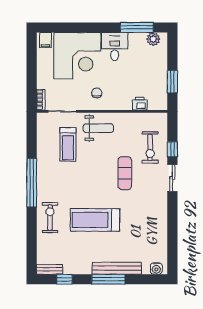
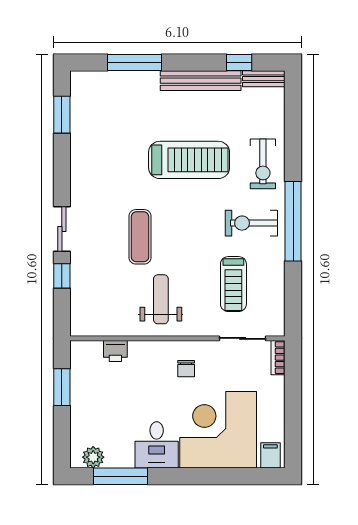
weight bench: (98, 128) -> (161, 299), moved, turned 90
treadmill: (68, 144) -> (233, 284), turned 180
exercise bike: (150, 147) -> (251, 223), moved, turned -90
window: (172, 247) -> (62, 115), added
bench: (117, 268) -> (201, 81), moved
water cooler: (156, 268) -> (88, 80), removed
window: (108, 279) -> (135, 63), moved

